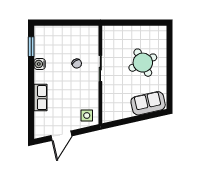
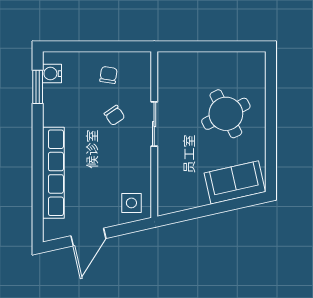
chair: (73, 40) -> (108, 75), added
water cooler: (40, 64) -> (52, 74), moved
row of seats: (40, 98) -> (53, 173), width x2.02

